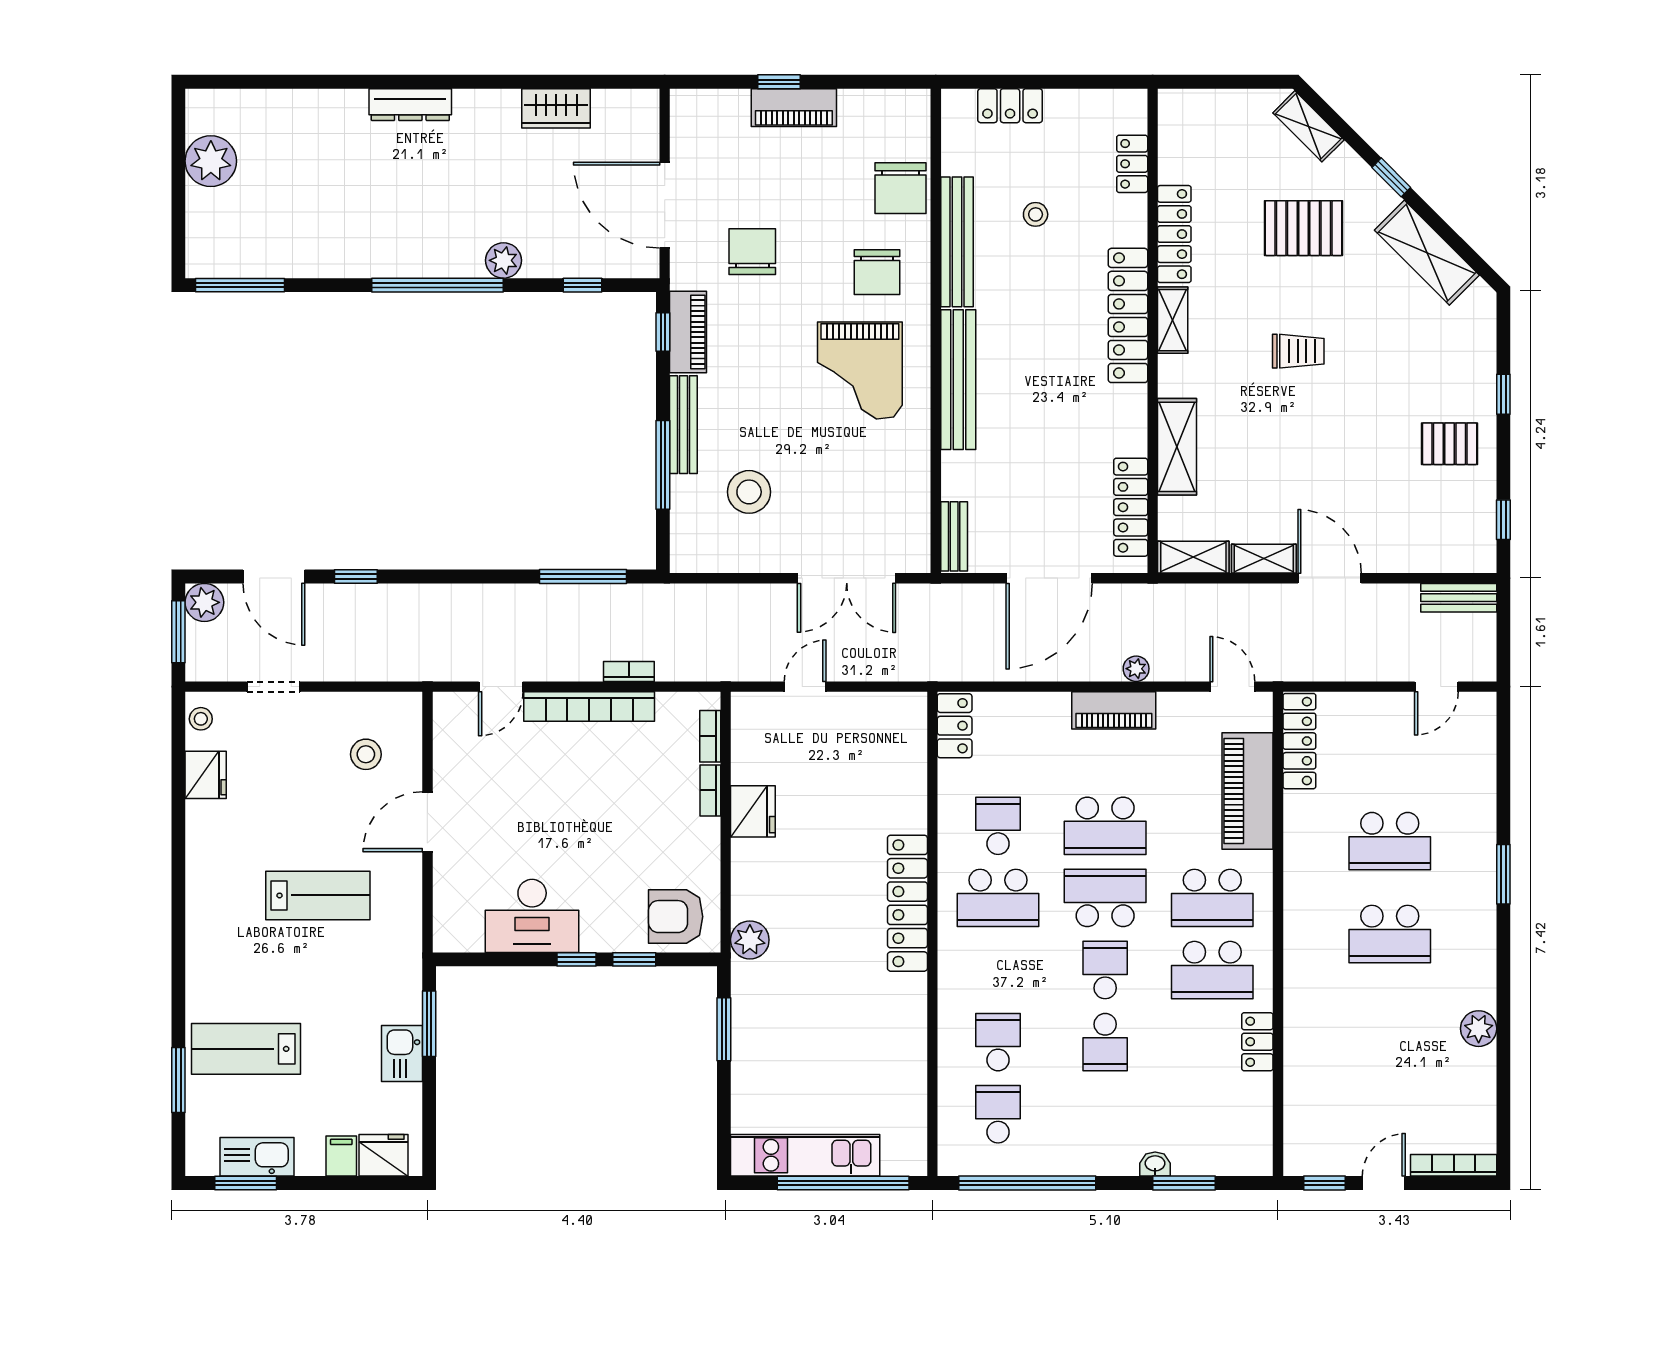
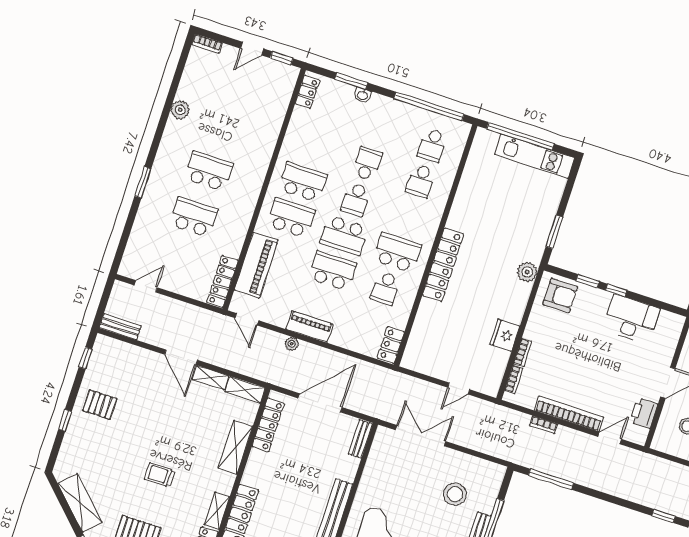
printer: (453, 752) -> (644, 413), added
locker: (1257, 1042) -> (307, 92), moved
bookcase: (1454, 1165) -> (207, 44), width x0.64

